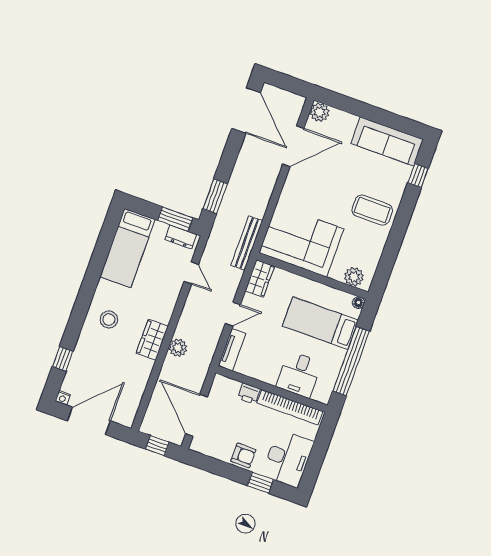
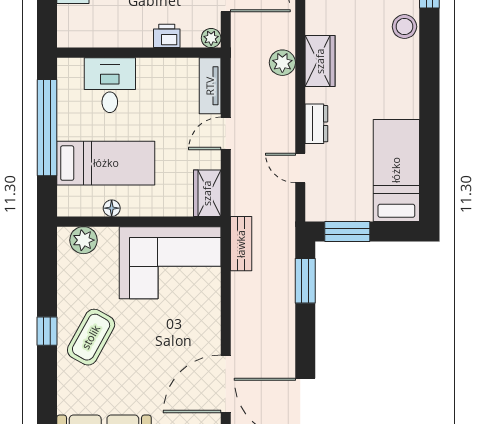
window: (418, 176) -> (47, 331), moved
coffee table: (372, 210) -> (91, 337), turned -61
dresser: (181, 237) -> (316, 124), moved, turned 90
bench: (247, 243) -> (241, 244), width x0.73
floor lamp: (358, 303) -> (112, 208), moved
stool: (109, 320) -> (404, 27), moved
plant: (220, 381) -> (211, 38), added
bookcase: (290, 407) -> (106, 37), removed

